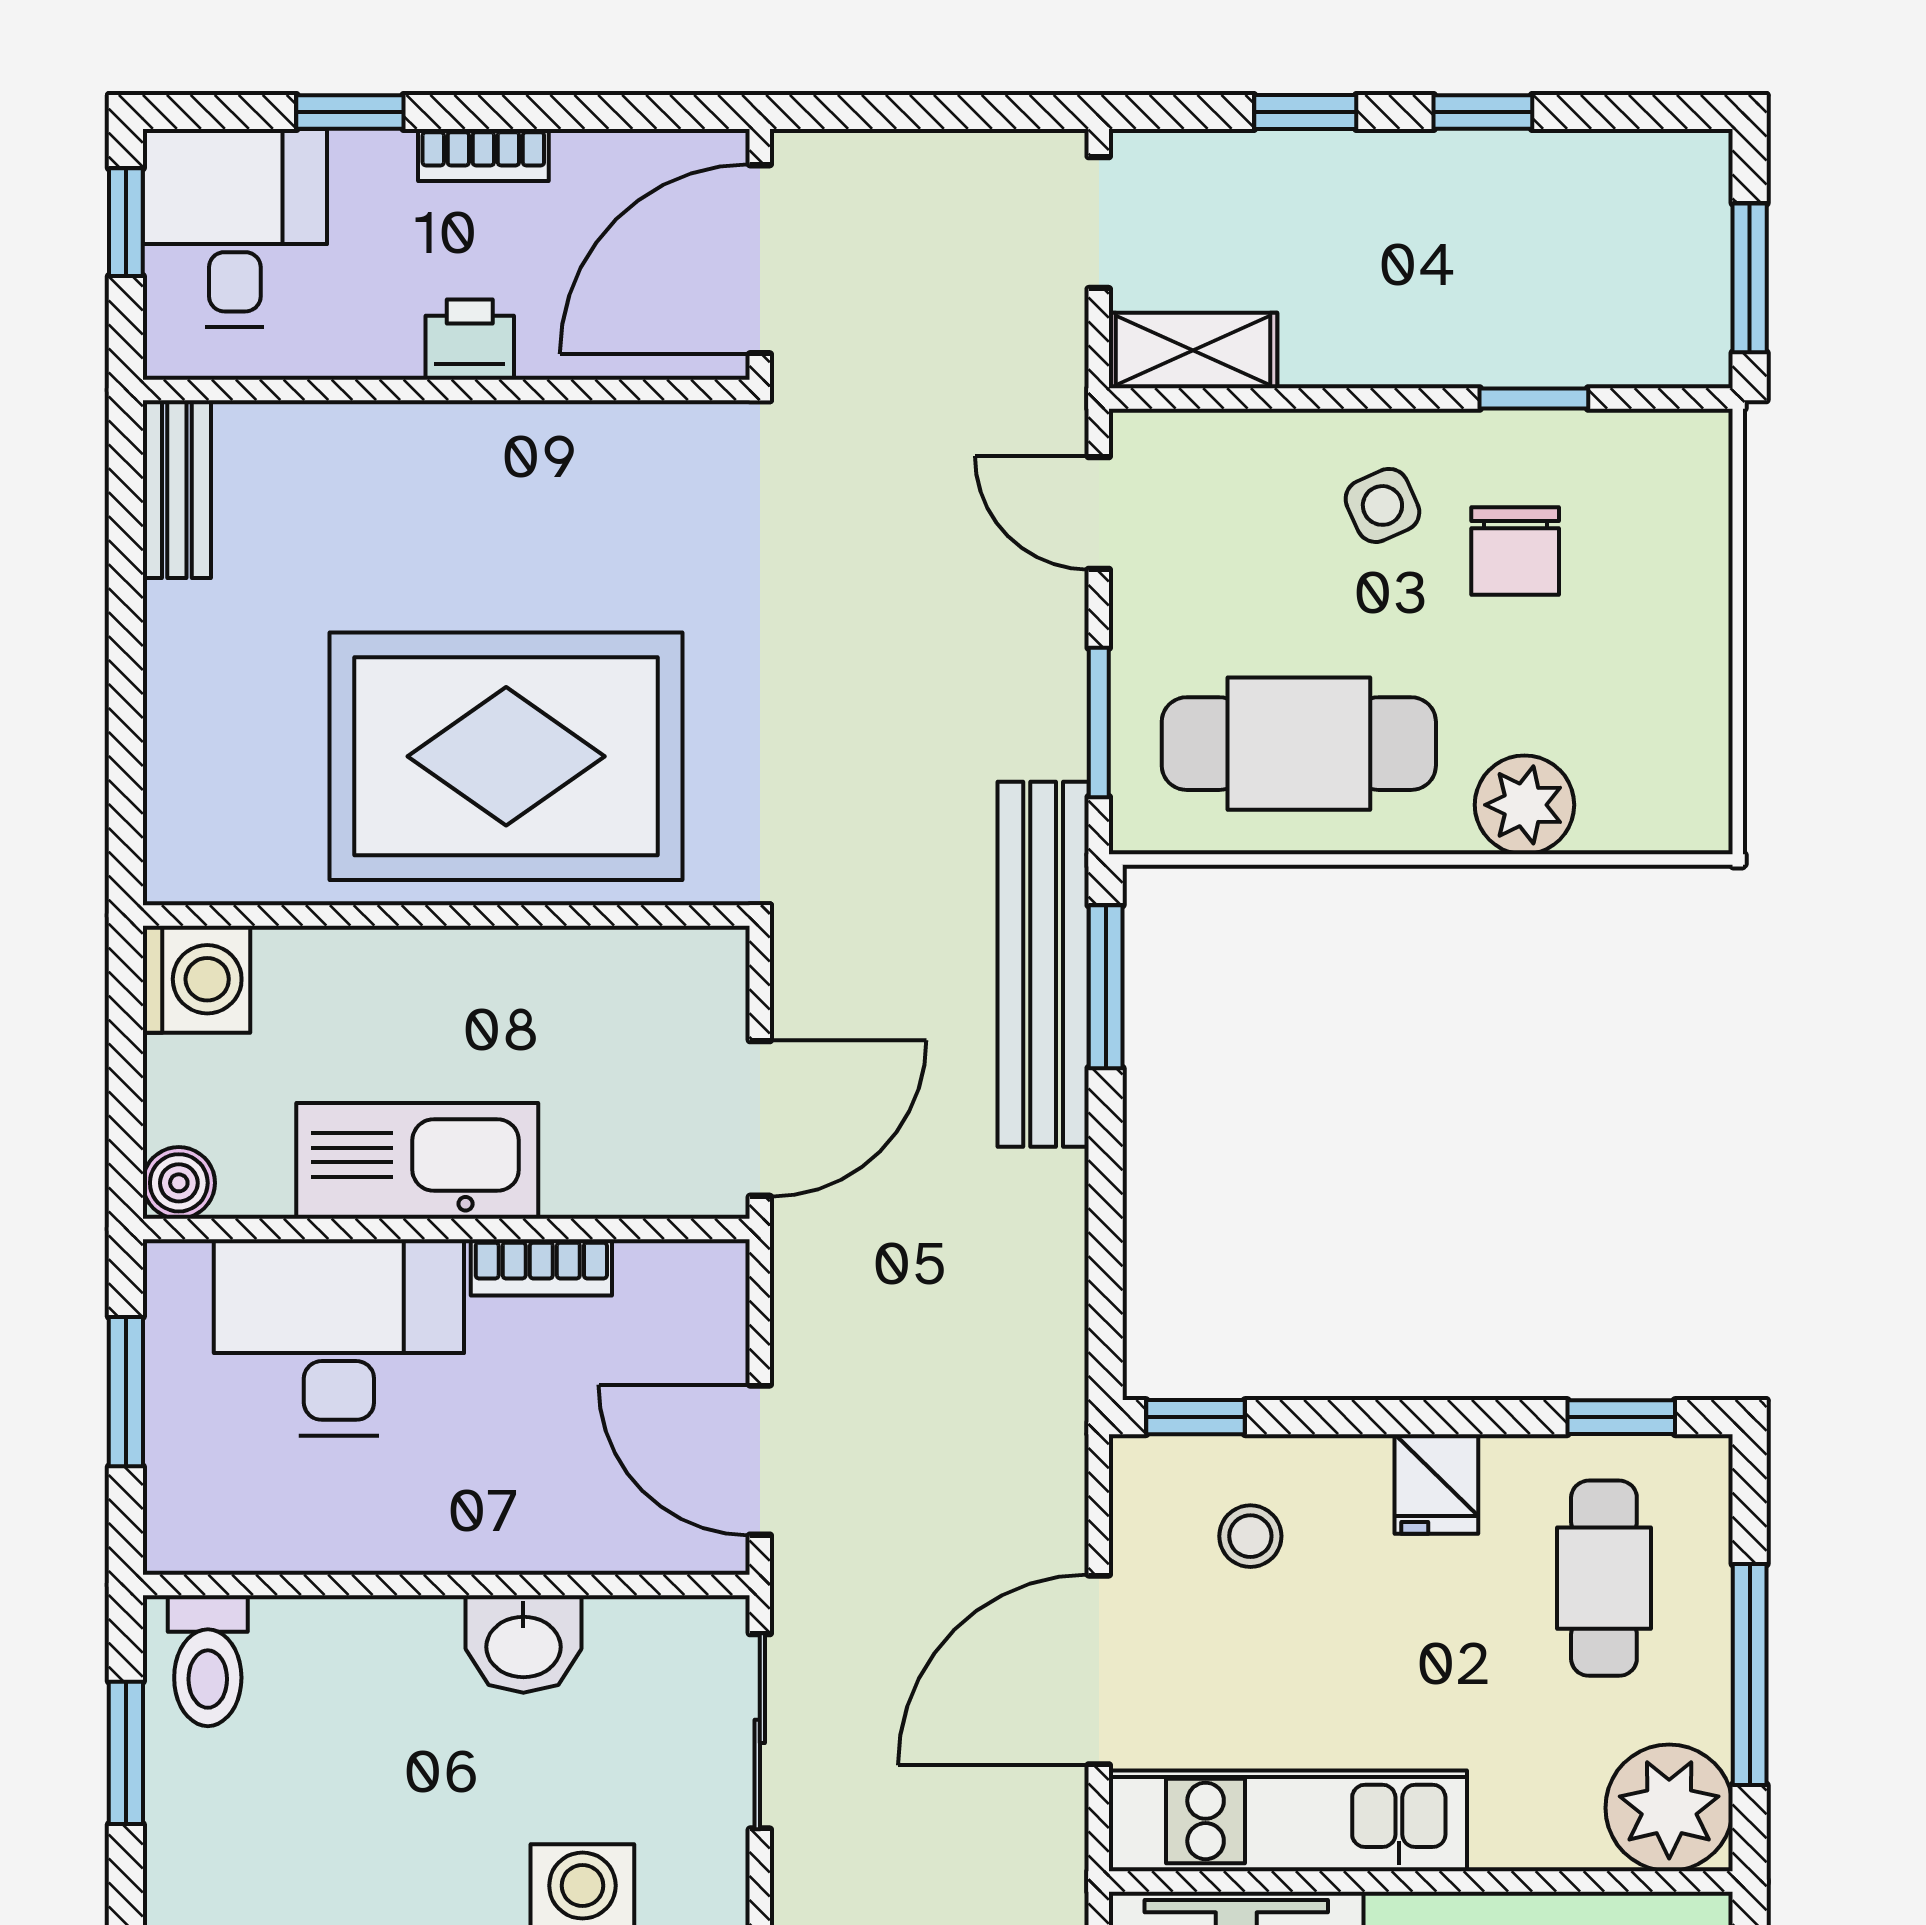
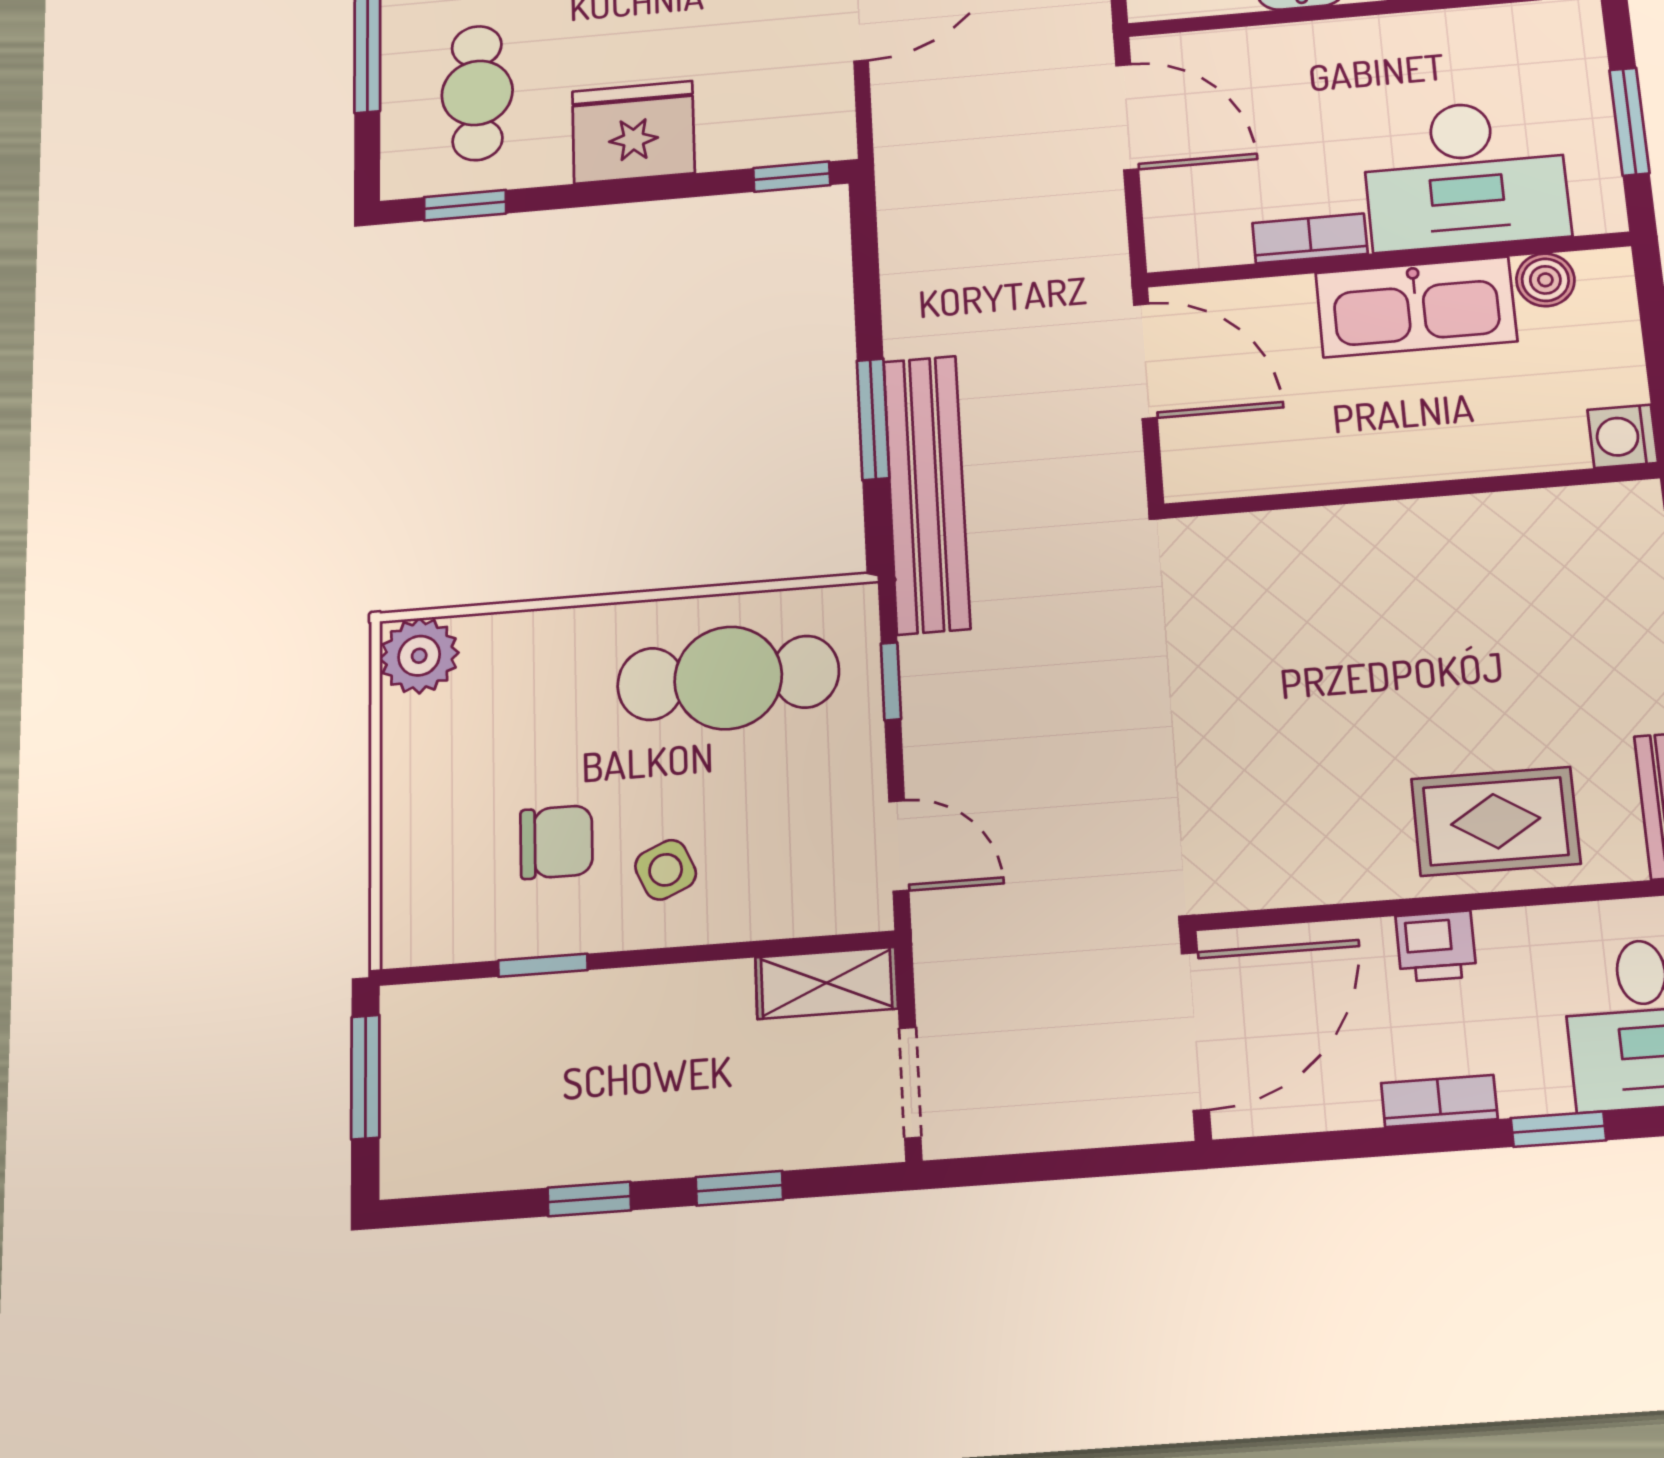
chair: (1515, 551) -> (556, 842), turned 90
window: (1099, 722) -> (891, 681), width x0.67
rug: (506, 756) -> (1496, 821), moved, width x0.54, depth x0.49
plant: (1524, 805) -> (419, 656), moved
washing machine: (196, 979) -> (1623, 436), width x0.73, depth x0.73
window: (1106, 987) -> (873, 419), moved
door: (760, 1118) -> (1145, 361), swing flipped
boiler: (179, 1183) -> (1545, 280), moved
fridge: (1436, 1484) -> (633, 132), width x1.88, depth x1.34
stool: (1250, 1536) -> (746, 98), removed

